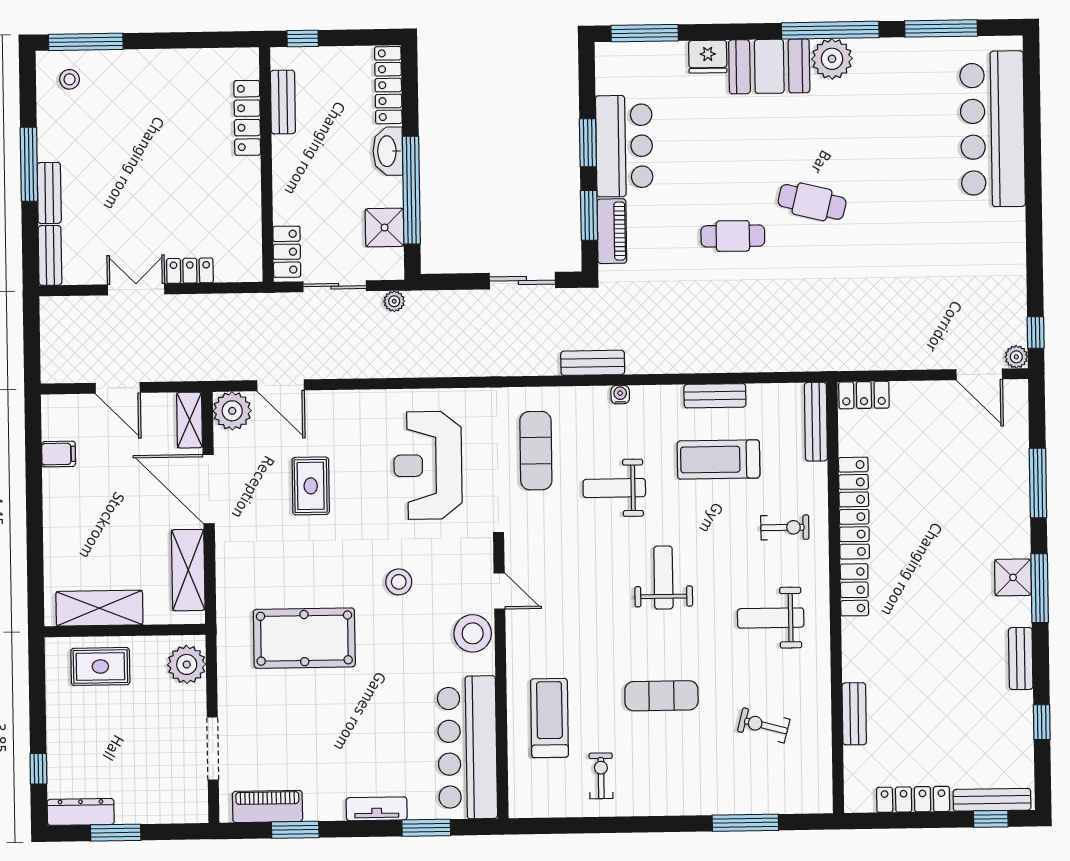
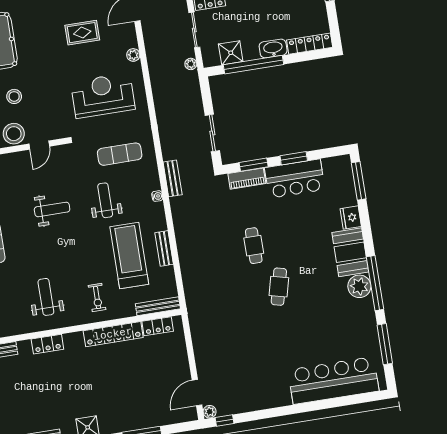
locker: (864, 395) -> (158, 326), moved, turned -90
plant: (363, 401) -> (133, 55), added
treadmill: (718, 459) -> (129, 255), width x1.37, depth x1.38
weight bench: (663, 578) -> (52, 209), moved
stool: (399, 582) -> (14, 96), moved
locker: (854, 590) -> (47, 344), moved

